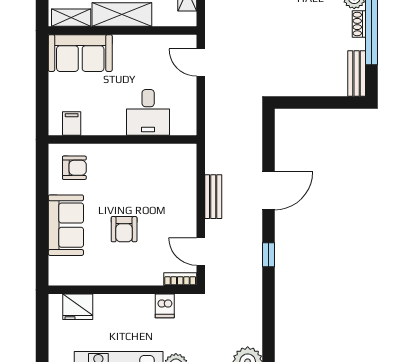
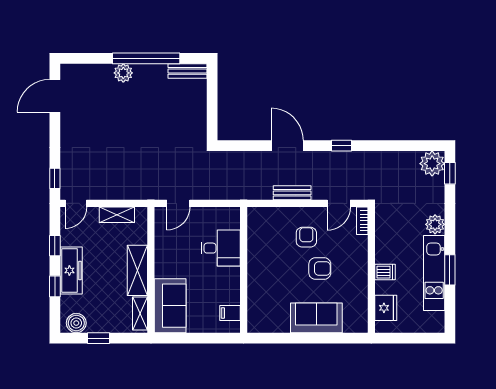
shoe rack: (359, 24) -> (145, 69), removed
armchair: (74, 168) -> (306, 237), moved
dishwasher: (165, 306) -> (385, 272), moved

